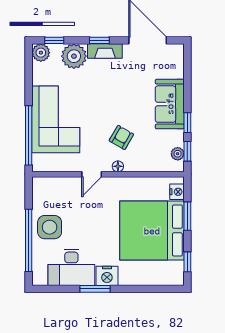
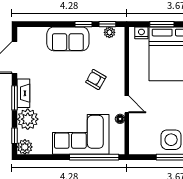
window: (99, 40) -> (15, 98), width x1.50
floor lamp: (118, 166) -> (120, 119), moved

